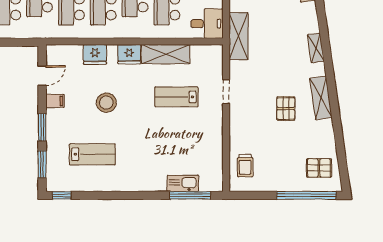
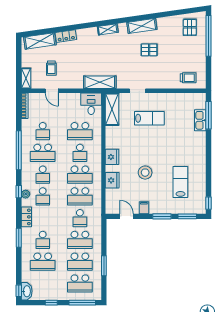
shelving: (166, 54) -> (112, 109), moved
lab bench: (176, 97) -> (149, 118), moved, turned -90

